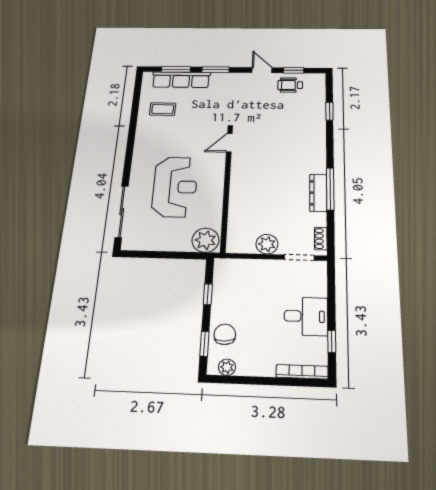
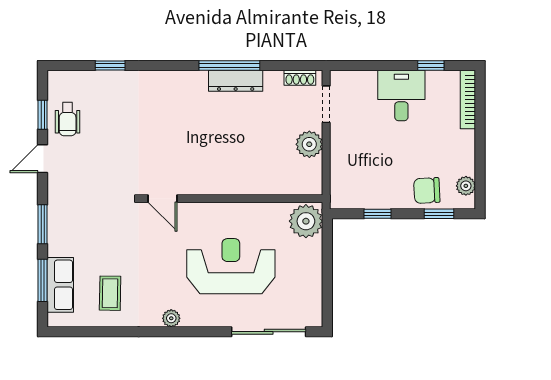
row of seats: (181, 80) -> (60, 285), width x0.68
plant: (140, 147) -> (171, 318), added

